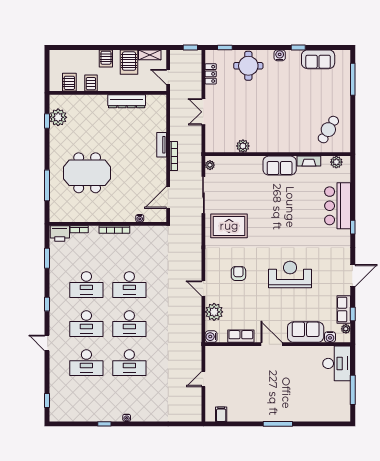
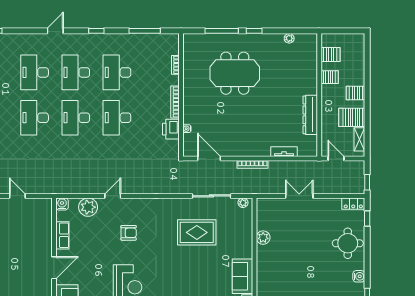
locker: (211, 74) -> (353, 204), moved
door: (168, 77) -> (336, 159), hinge flipped
plant: (58, 117) -> (289, 38), width x0.53, depth x0.53
window: (47, 121) -> (254, 31), moved
tv unit: (162, 145) -> (284, 152), moved
meeting table: (87, 173) -> (235, 73), turned 90
rug: (229, 226) -> (197, 232), moved, turned 90
printer: (60, 233) -> (171, 129), moved
window: (47, 258) -> (145, 31), width x1.44

